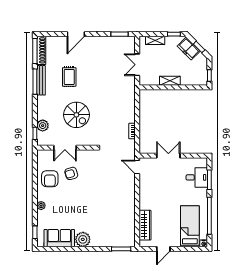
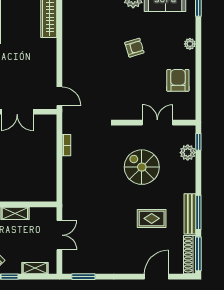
door: (76, 34) -> (156, 277), moved
rug: (69, 77) -> (152, 218), turned 90
armchair: (71, 173) -> (134, 48), moved

